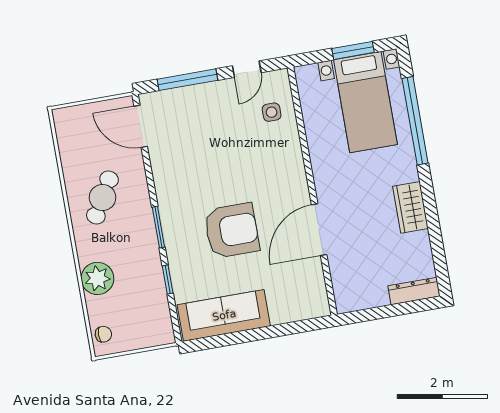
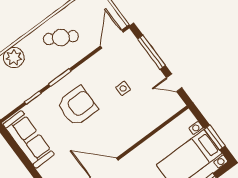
side table: (272, 112) -> (123, 88), moved
armchair: (232, 231) -> (77, 106), moved, turned -90

